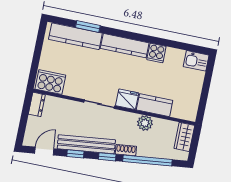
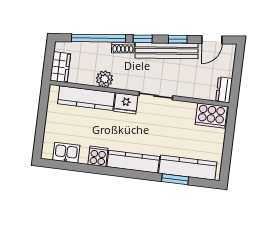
kitchen sink: (196, 61) -> (66, 153), moved
kitchen counter: (155, 105) -> (86, 98), width x1.50

